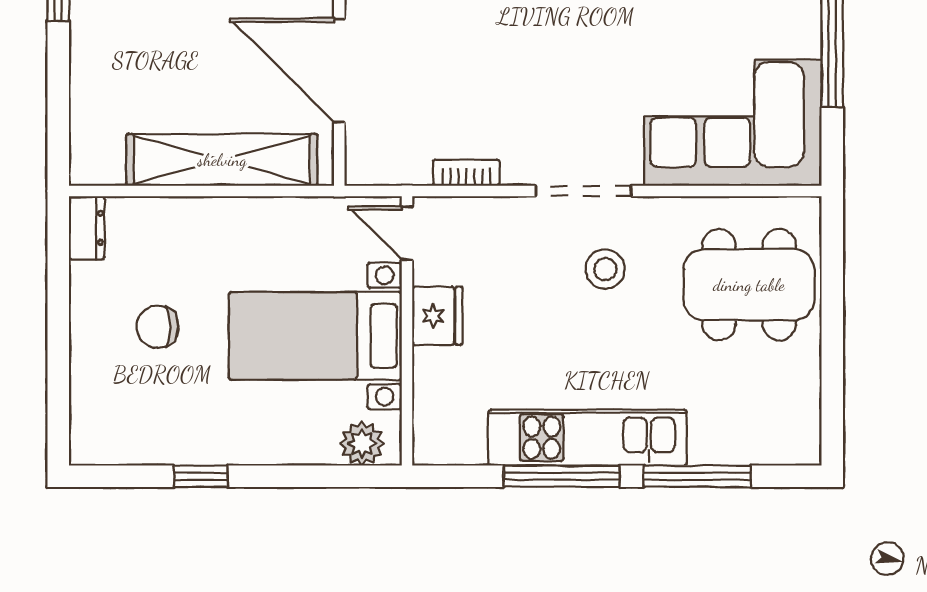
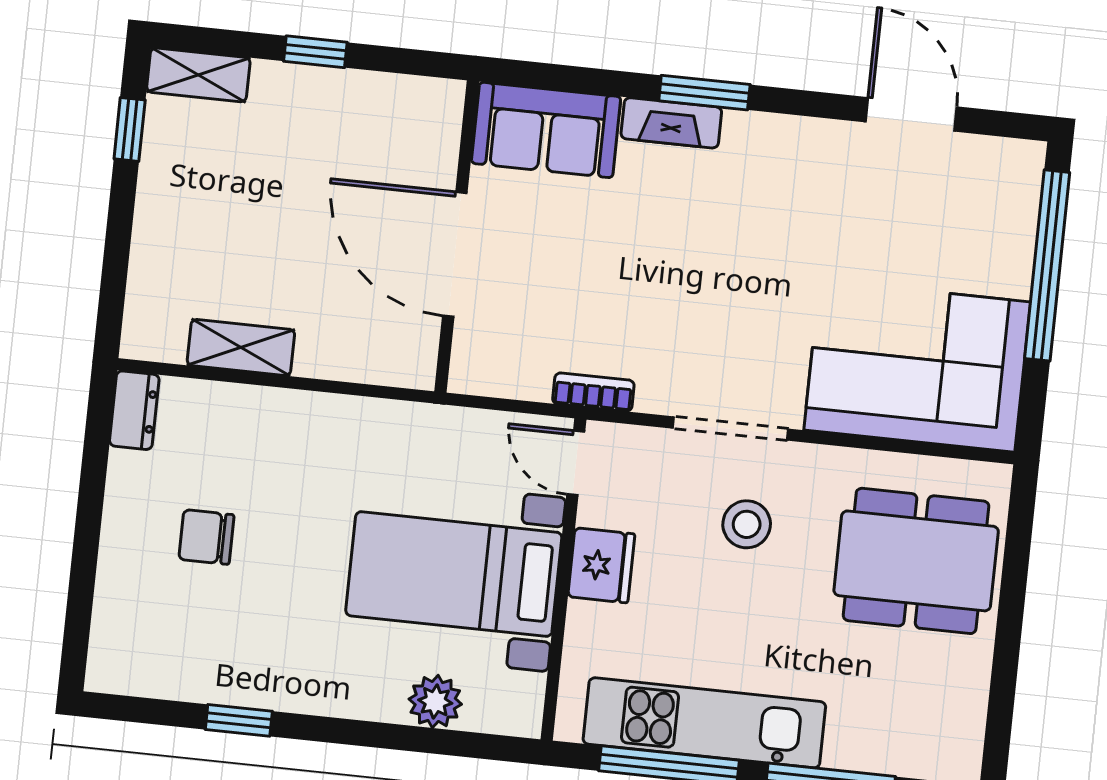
shelving: (222, 160) -> (241, 348), width x0.45, depth x0.75
door: (407, 233) -> (576, 463), moved
fridge: (437, 316) -> (601, 565), moved
wall: (407, 331) -> (564, 579), moved
bed with nightstands: (315, 336) -> (454, 574), moved

